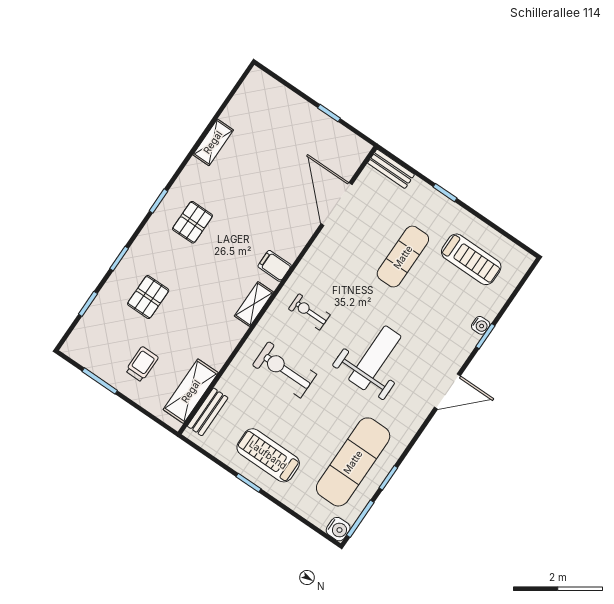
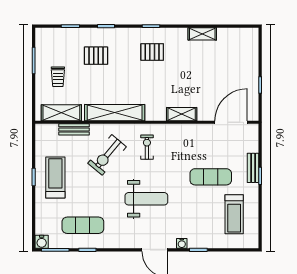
bench: (391, 169) -> (253, 168), moved
door: (336, 204) -> (231, 122), moved
shelving: (297, 239) -> (182, 114), added
filing cabinet: (275, 266) -> (159, 112), removed
shelving: (254, 304) -> (115, 113), width x2.20, depth x1.33
water cooler: (481, 325) -> (182, 243), moved
trolley: (142, 364) -> (58, 77), turned 90
exercise bike: (285, 370) -> (107, 155), turned -140
bench: (208, 412) -> (74, 129), moved
exercise mat: (353, 462) -> (83, 225), width x0.73, depth x0.69

